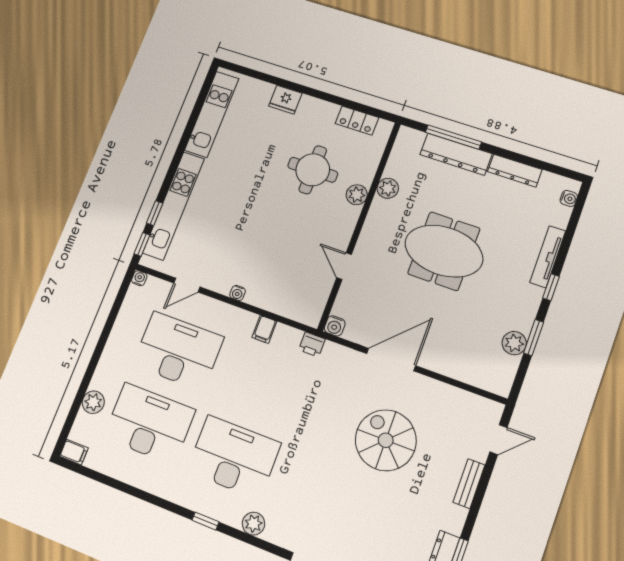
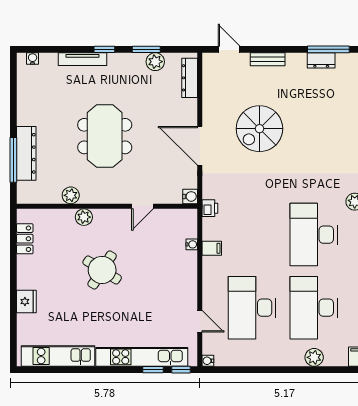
round table: (313, 170) -> (102, 270), moved, turned 32
dresser: (515, 171) -> (190, 78), moved, turned 180
water cooler: (238, 293) -> (192, 244), moved

